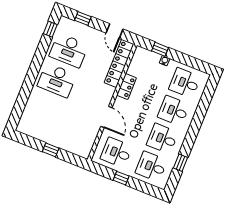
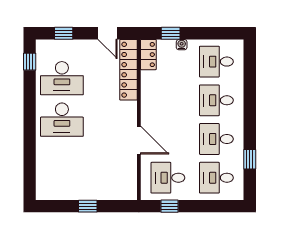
locker: (127, 87) -> (148, 55), moved
window: (121, 178) -> (170, 206), moved

